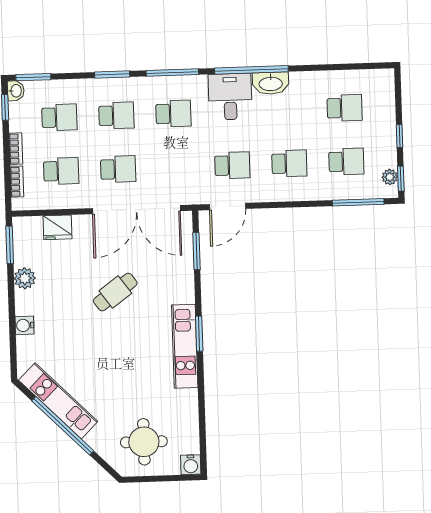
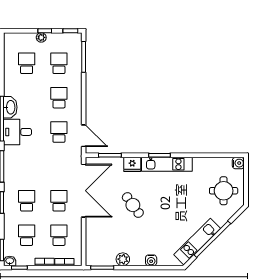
school desk: (173, 114) -> (27, 166), removed
plant: (390, 177) -> (41, 37), moved
fridge: (57, 227) -> (132, 164), moved, turned 90

